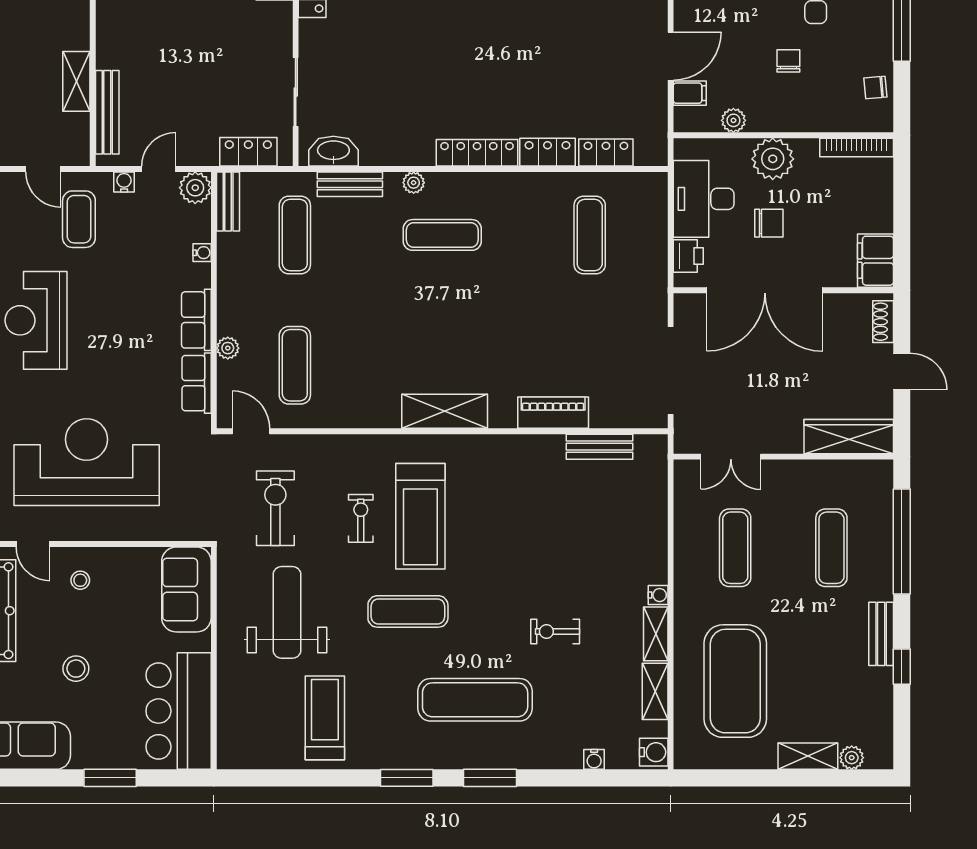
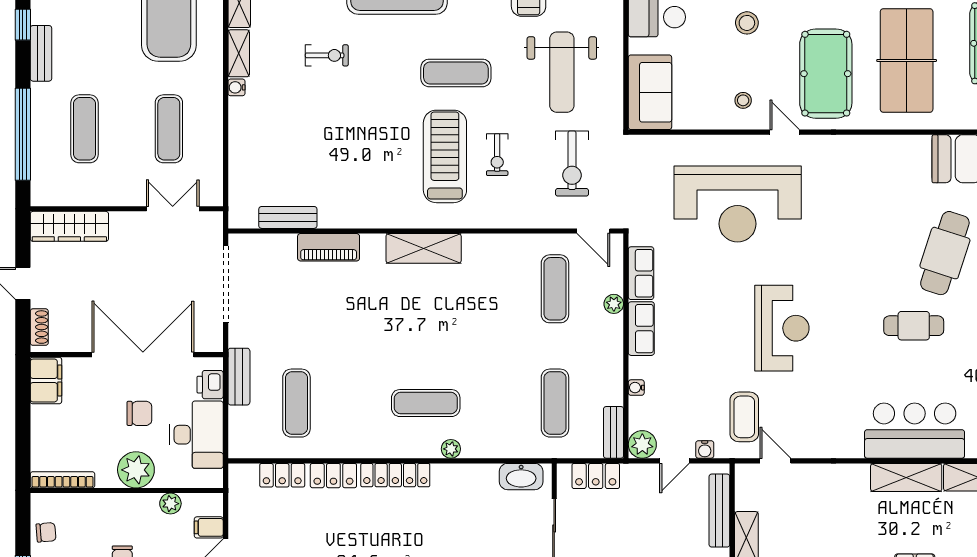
bench: (350, 184) -> (239, 377), moved, turned 90
chair: (769, 223) -> (139, 413), turned 180

